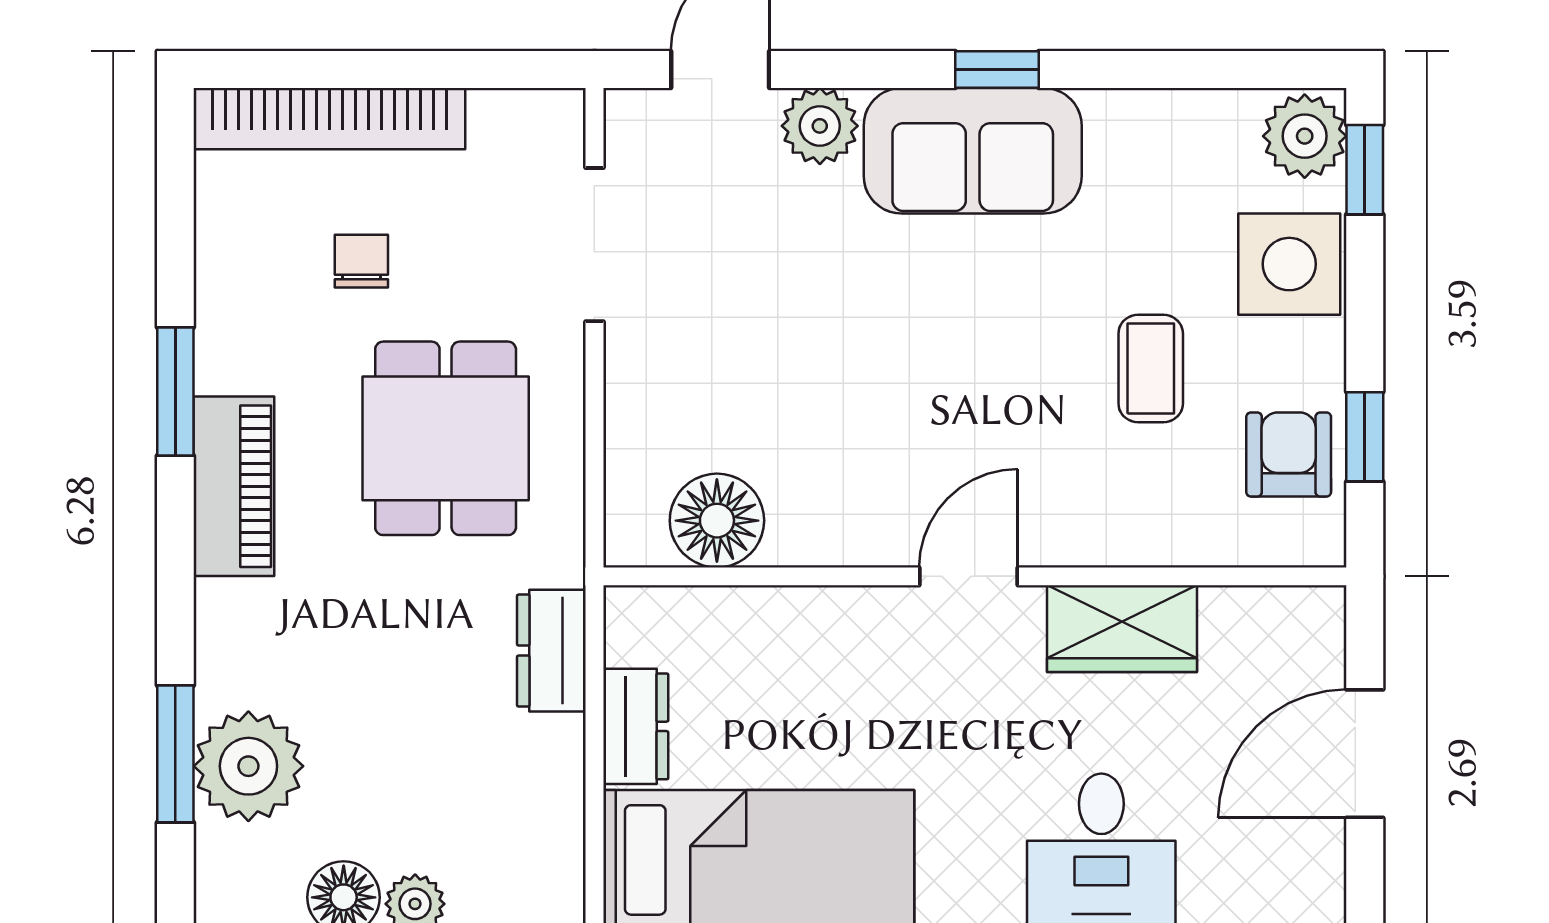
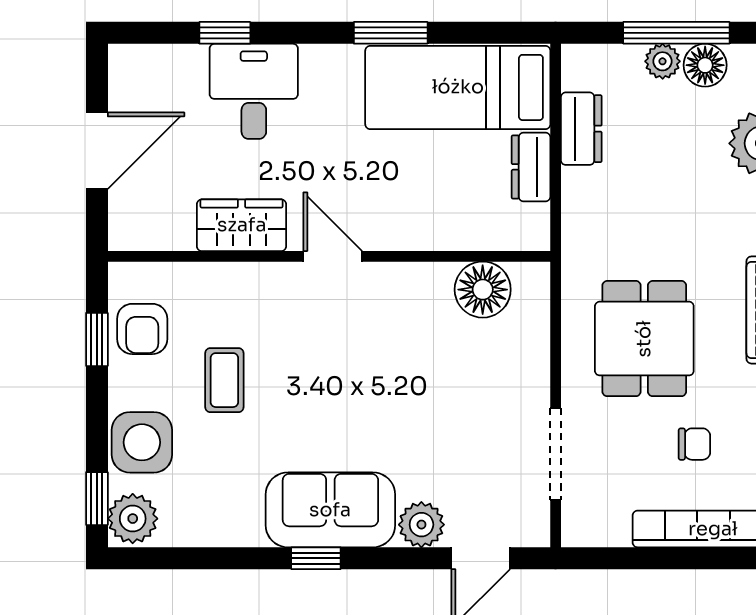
chair: (361, 261) -> (694, 444), turned -90
door: (969, 576) -> (333, 256), swing flipped
dresser: (551, 651) -> (581, 129), moved

